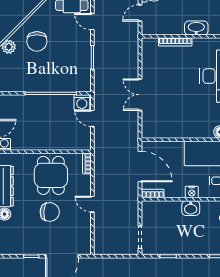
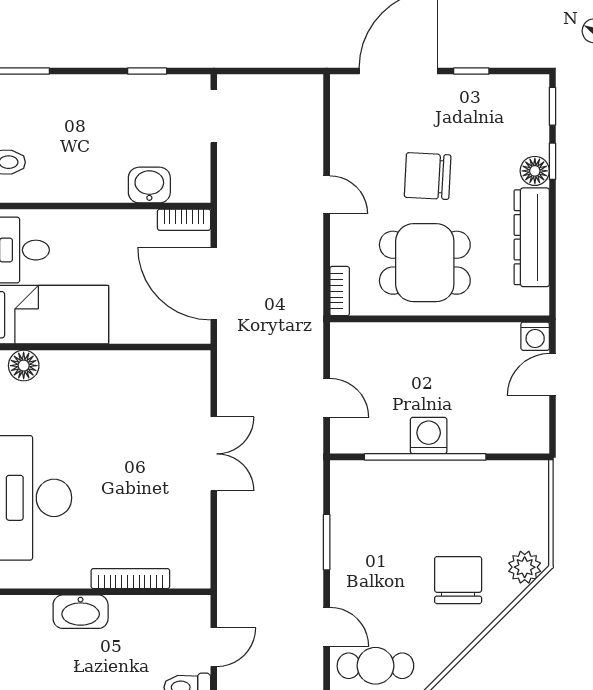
washing machine: (82, 102) -> (429, 436), moved
dining table: (51, 175) -> (425, 263), turned 90
nightstand: (192, 192) -> (91, 223), removed
washbasin: (191, 208) -> (149, 185), moved

